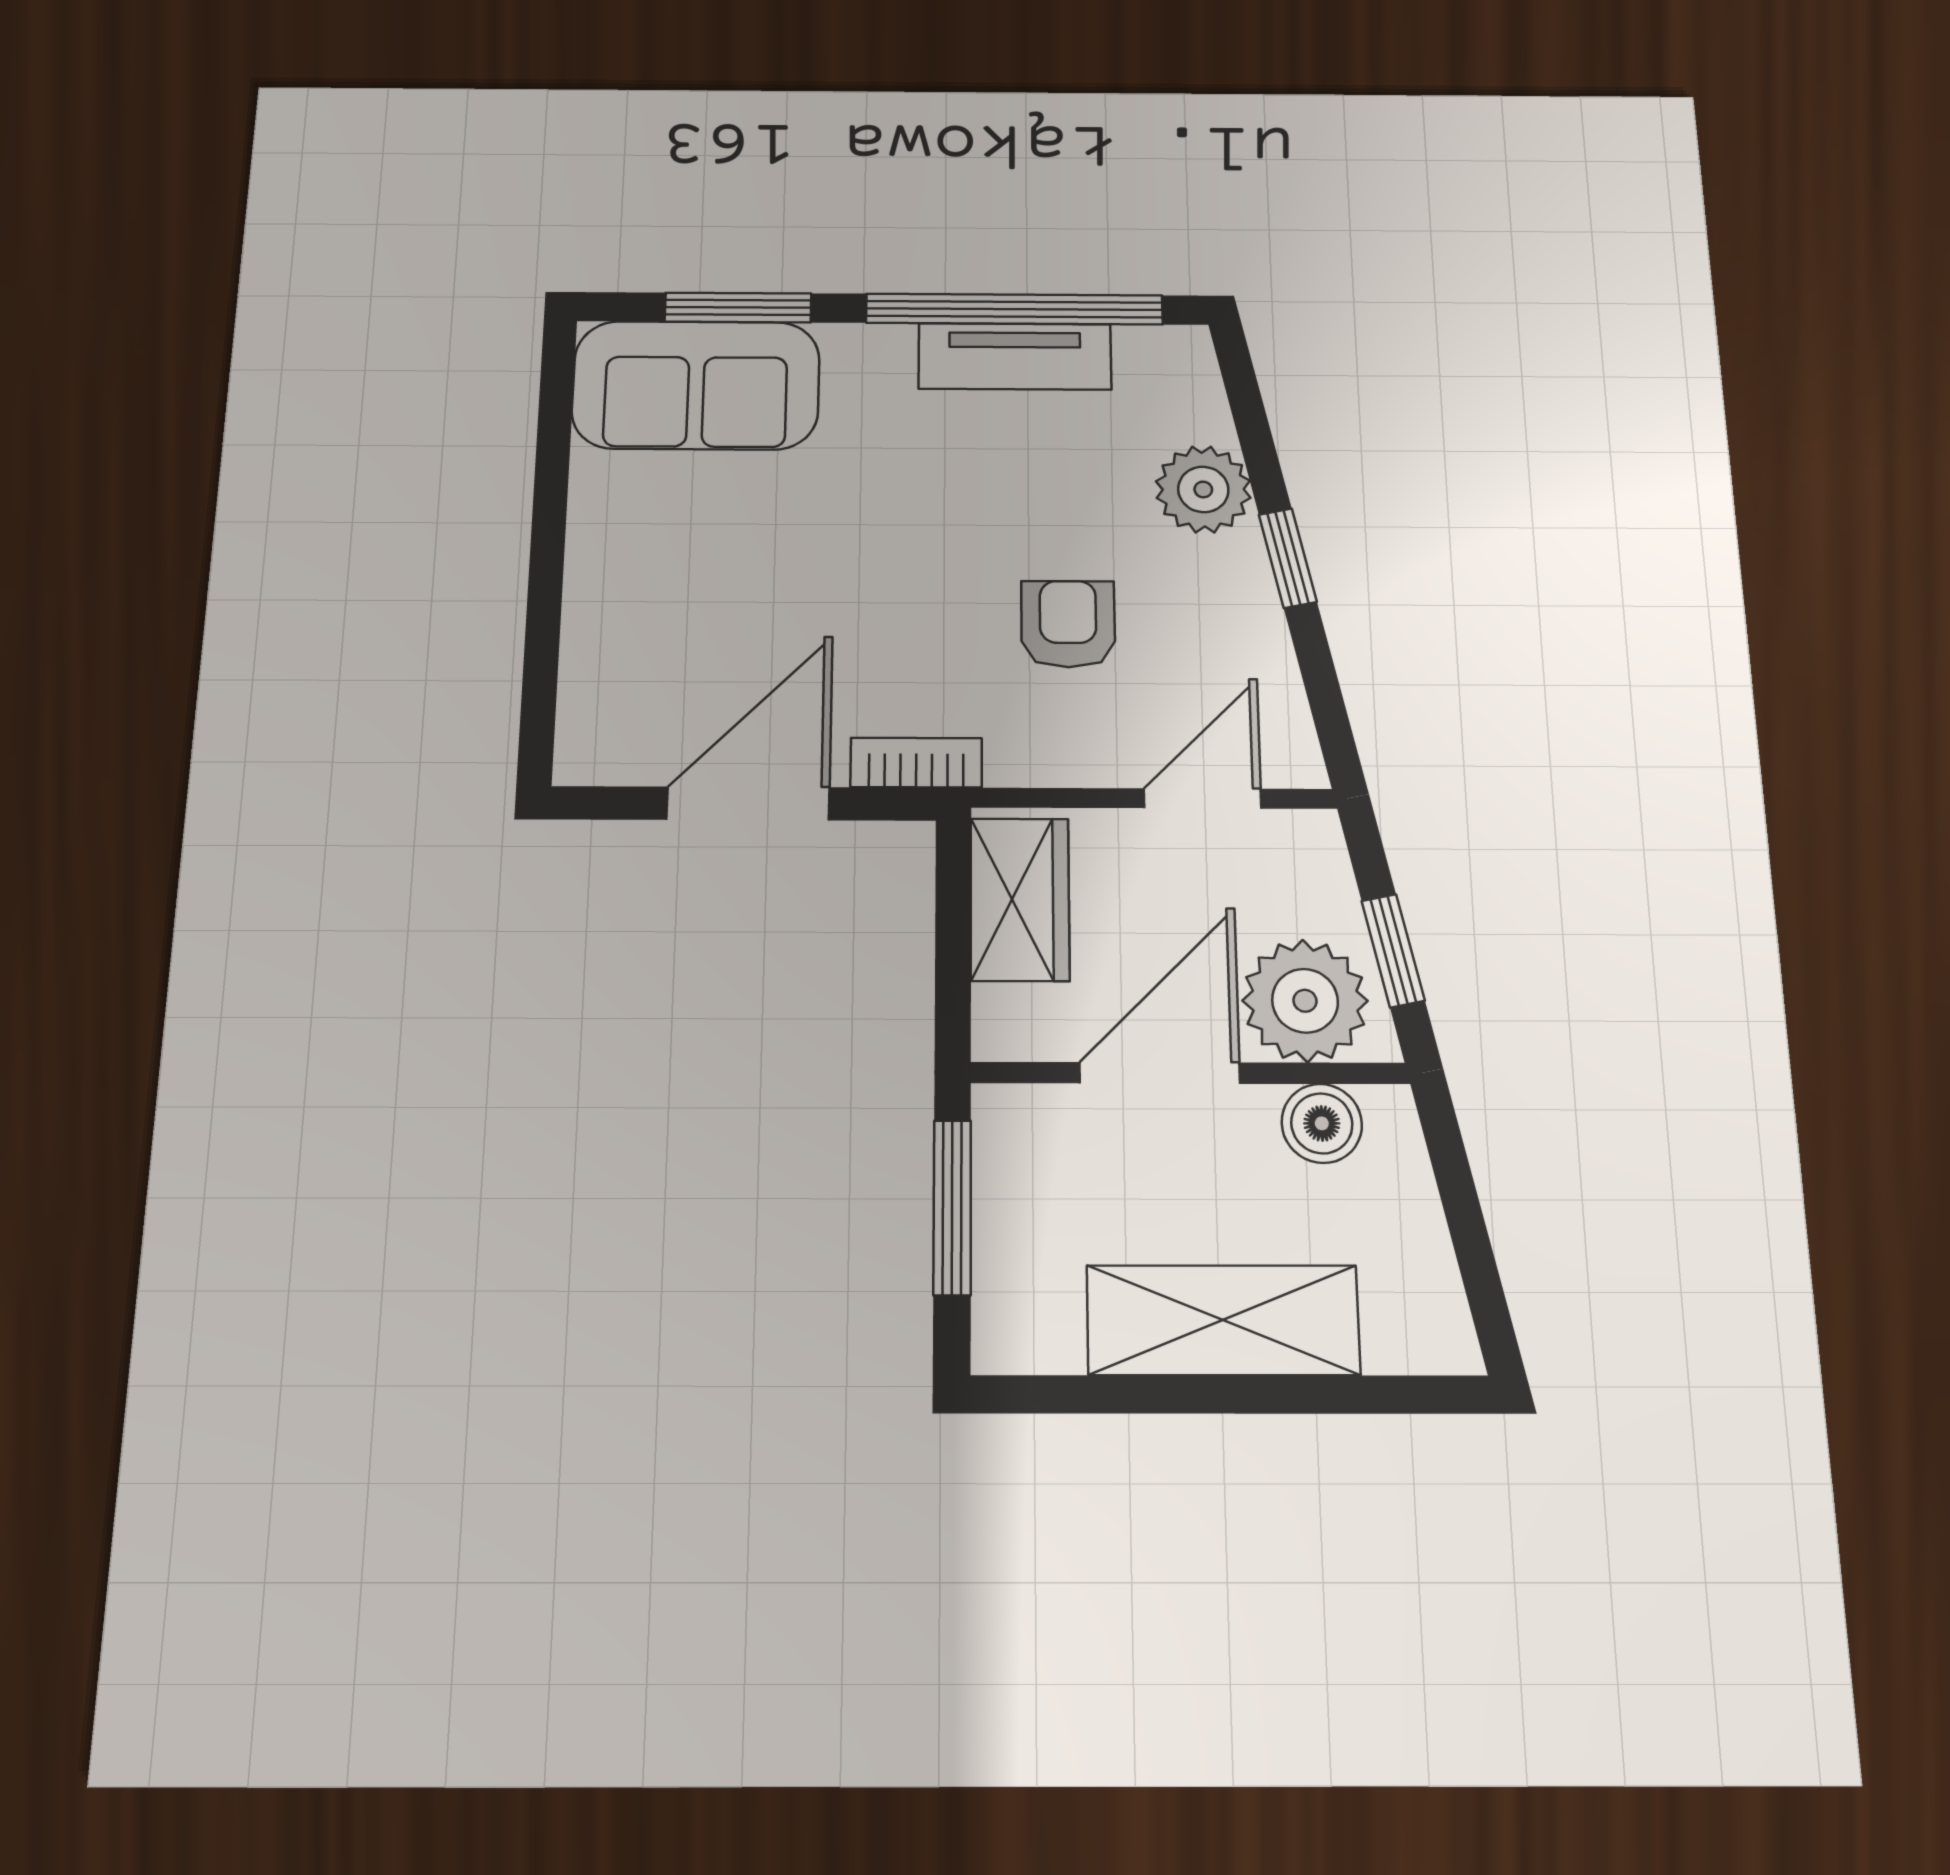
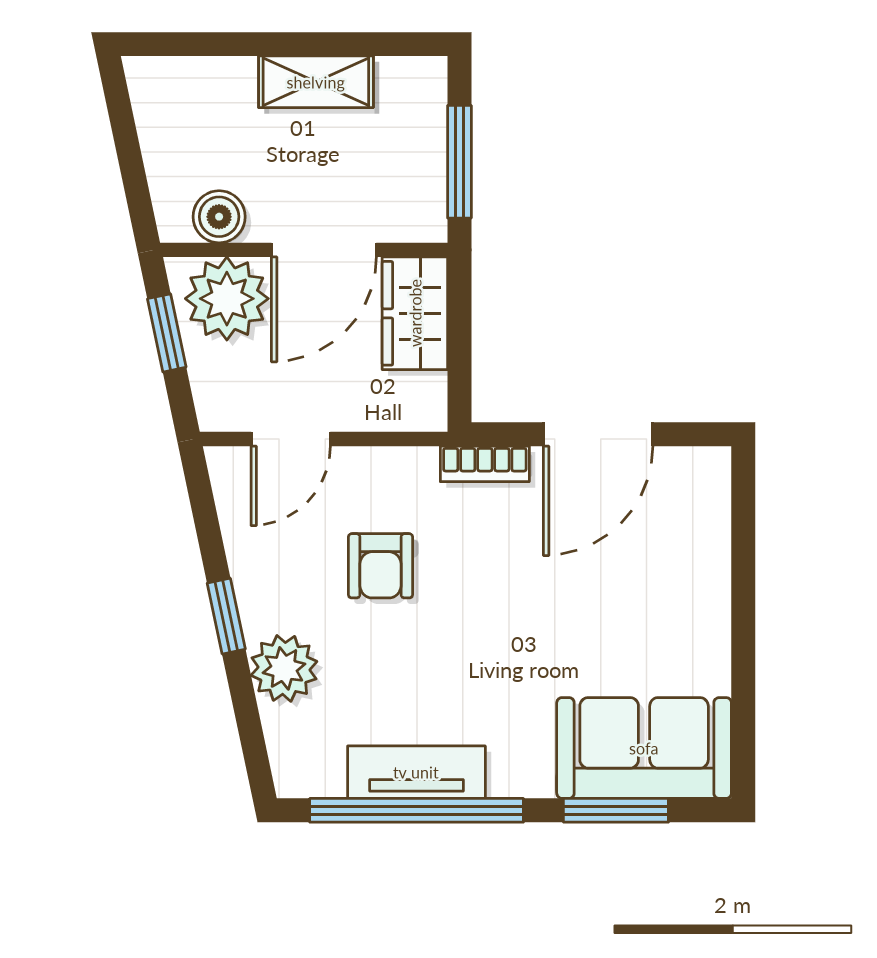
wardrobe: (1020, 899) -> (415, 313), moved
shelving: (1223, 1320) -> (316, 82), width x0.67, depth x0.75

